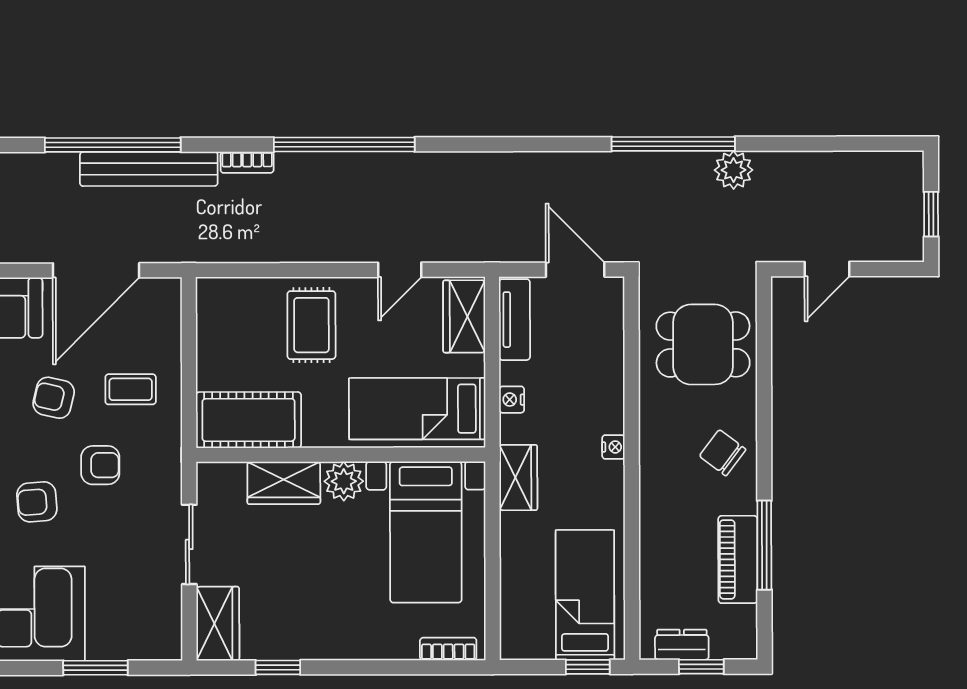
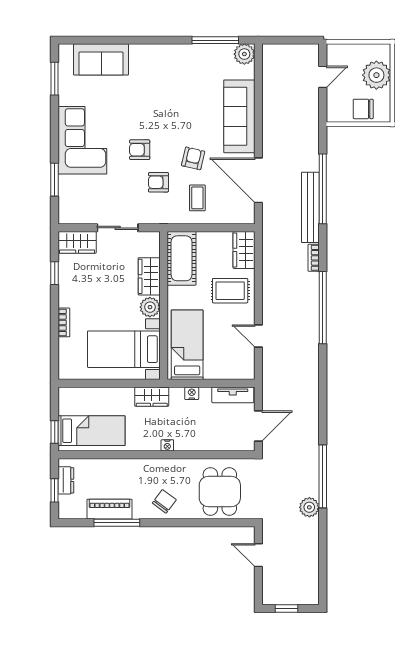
wardrobe: (464, 316) -> (244, 250), moved, turned -90
armchair: (100, 465) -> (158, 182), turned 90
armchair: (37, 502) -> (140, 150), turned -86
bookcase: (448, 649) -> (64, 322), moved

